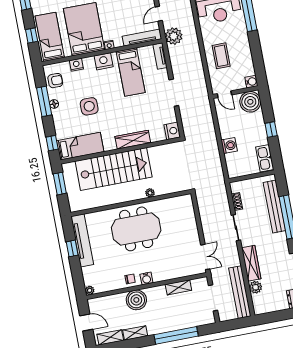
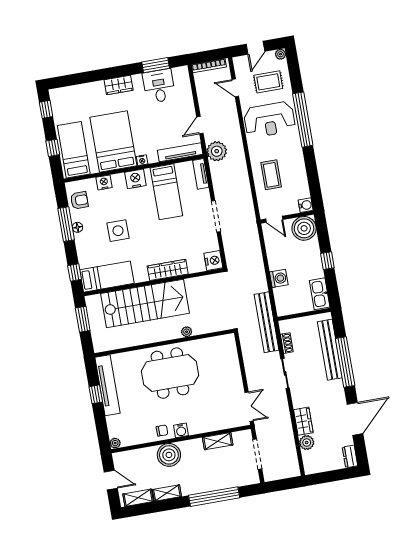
wardrobe: (251, 263) -> (303, 421), width x0.67
bench: (240, 292) -> (267, 322), moved

